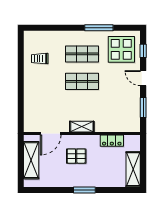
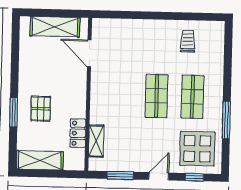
shelving: (82, 127) -> (96, 141), moved
pallet: (76, 156) -> (41, 109), moved
window: (84, 190) -> (14, 112), moved

